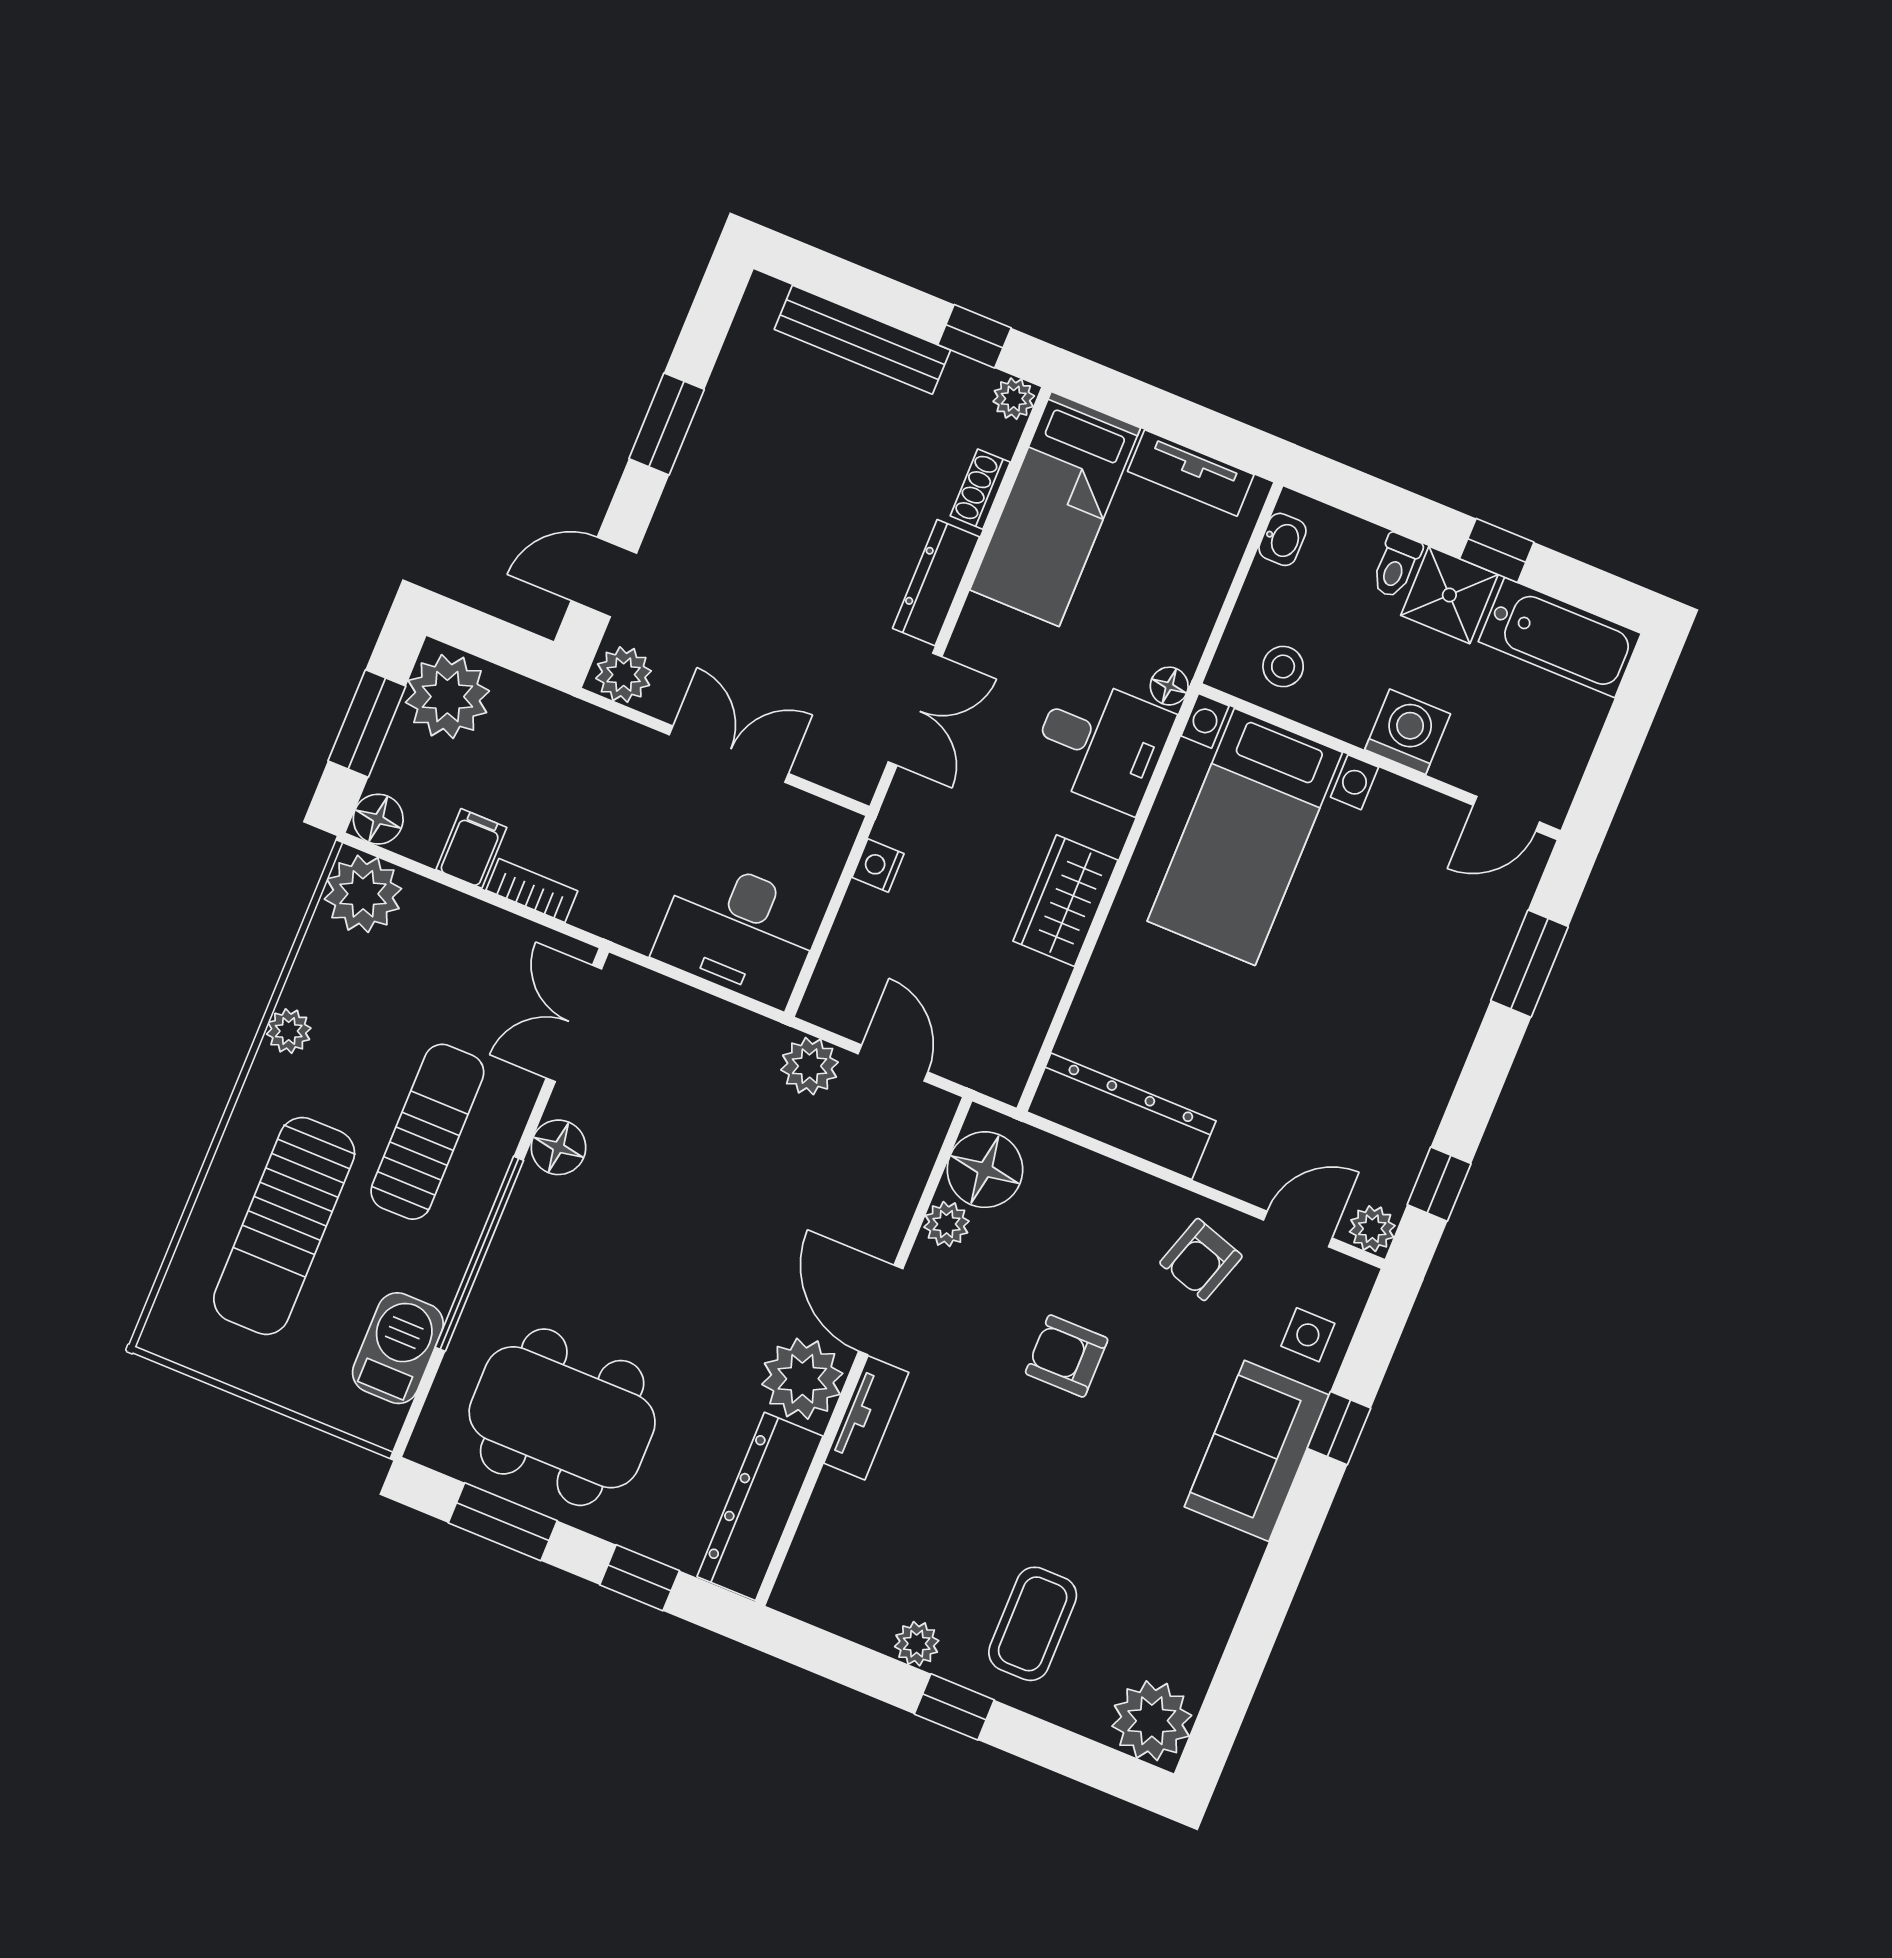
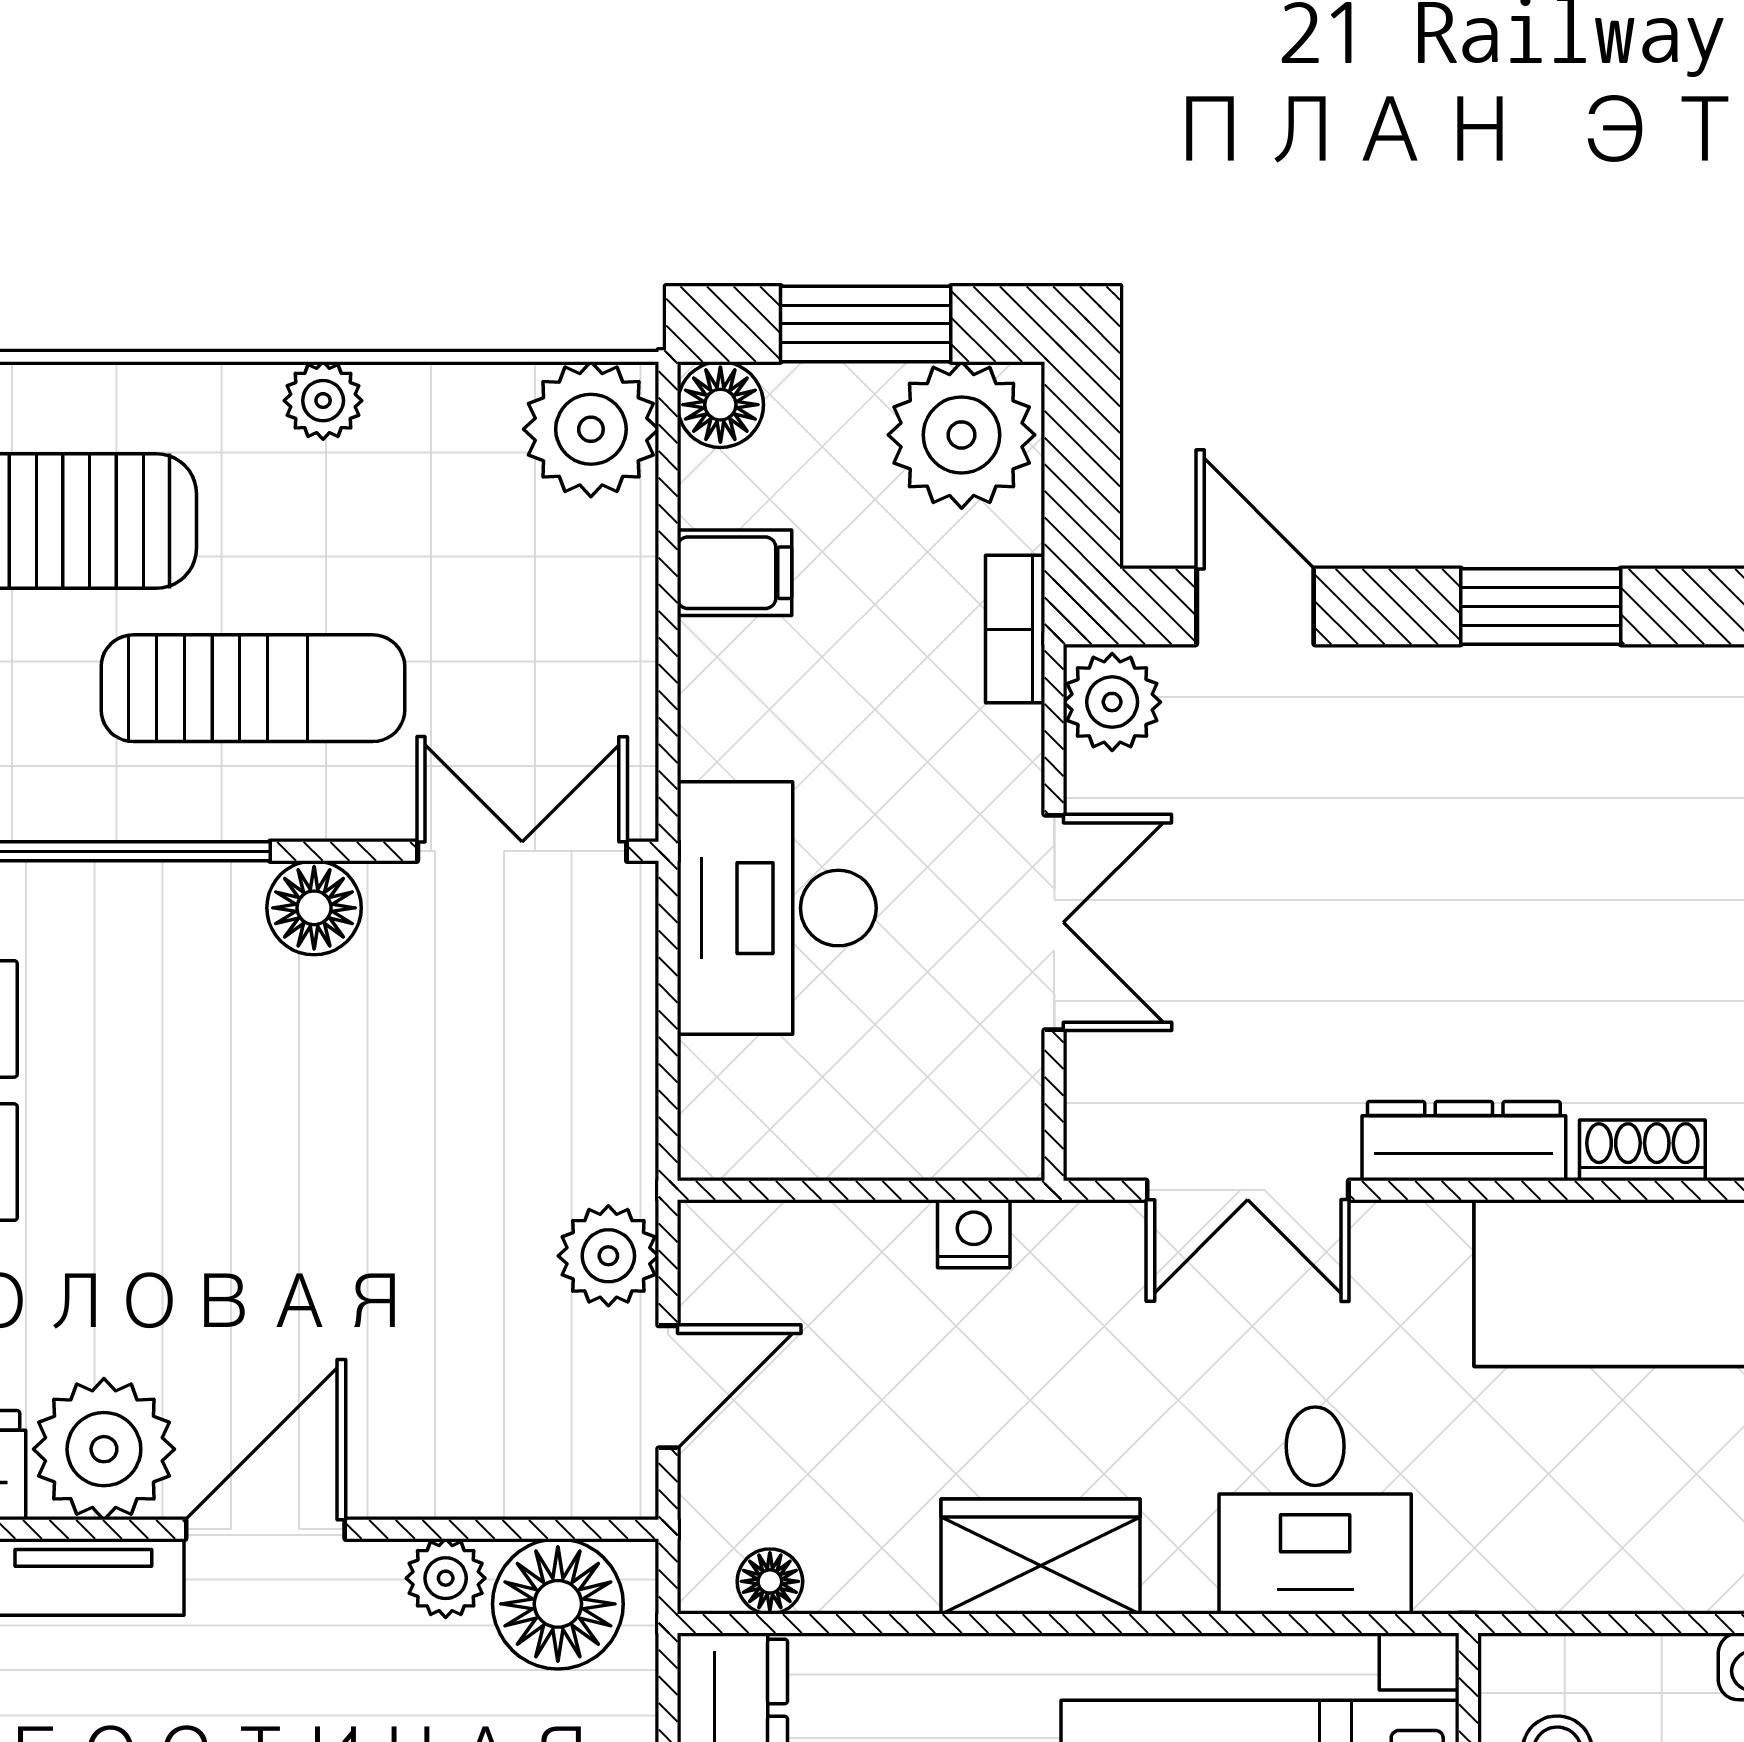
floor lamp: (1169, 686) -> (770, 1581), moved
bookcase: (532, 891) -> (1015, 629), moved, turned 180
desk: (739, 932) -> (777, 908), moved

